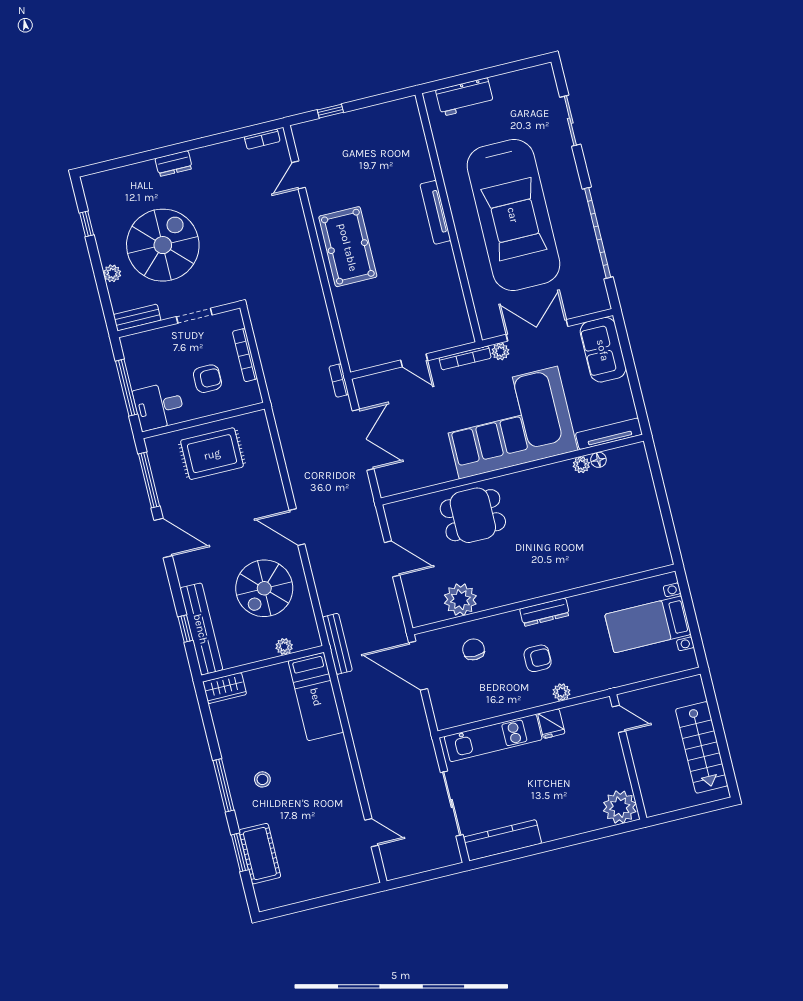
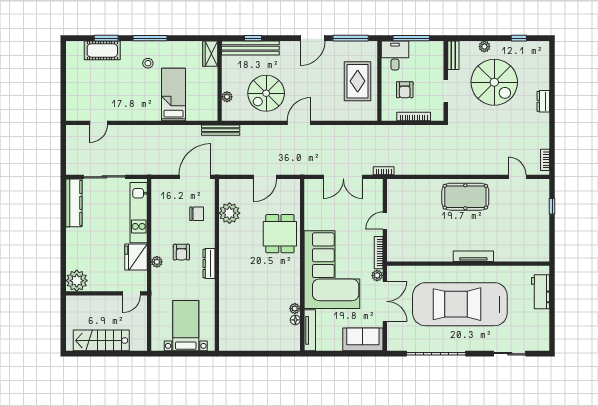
spiral stairs: (264, 588) -> (266, 93), turned -90
bed: (316, 697) -> (173, 94), moved, turned 90
fridge: (551, 724) -> (136, 257), width x1.88, depth x1.34

